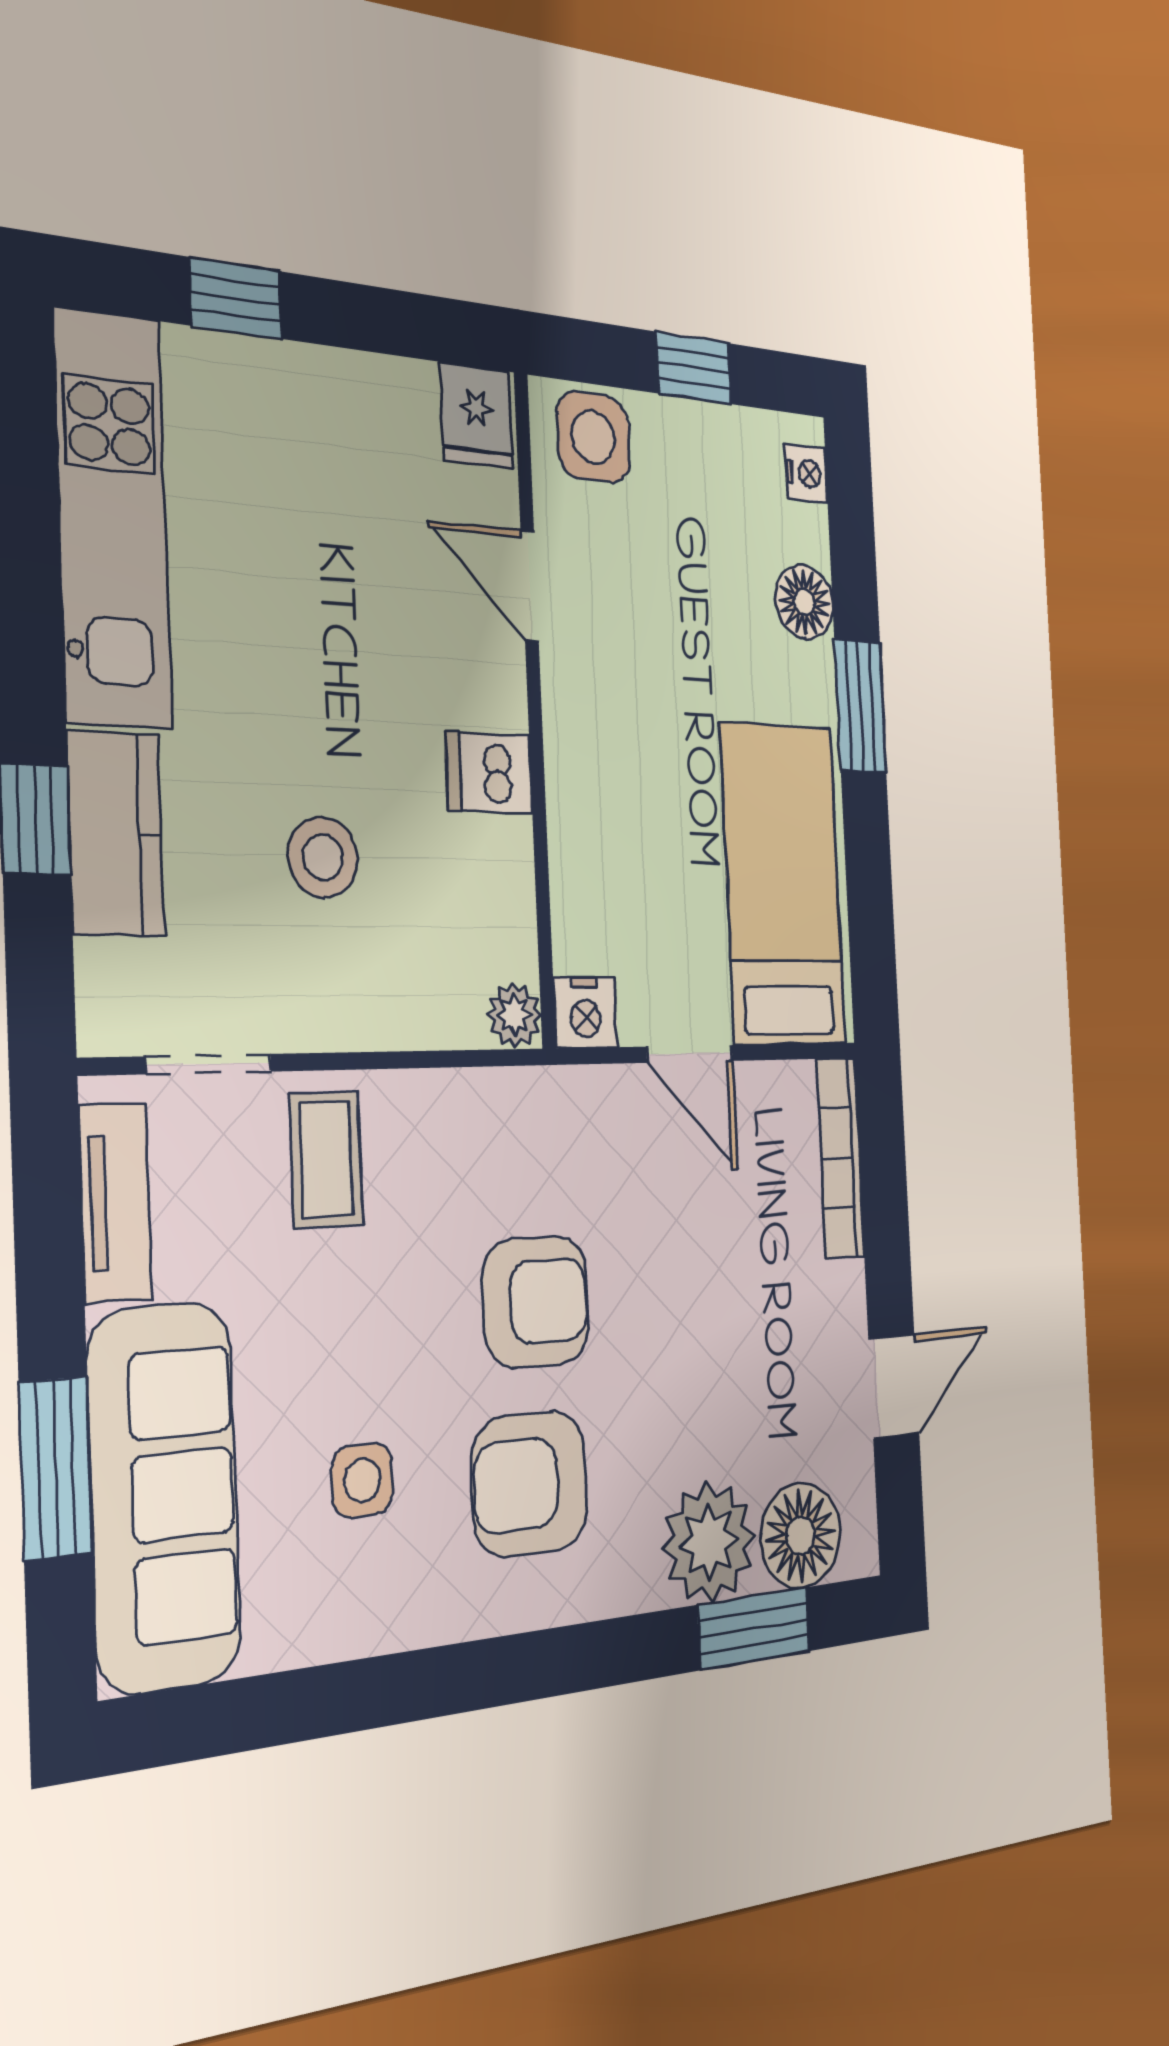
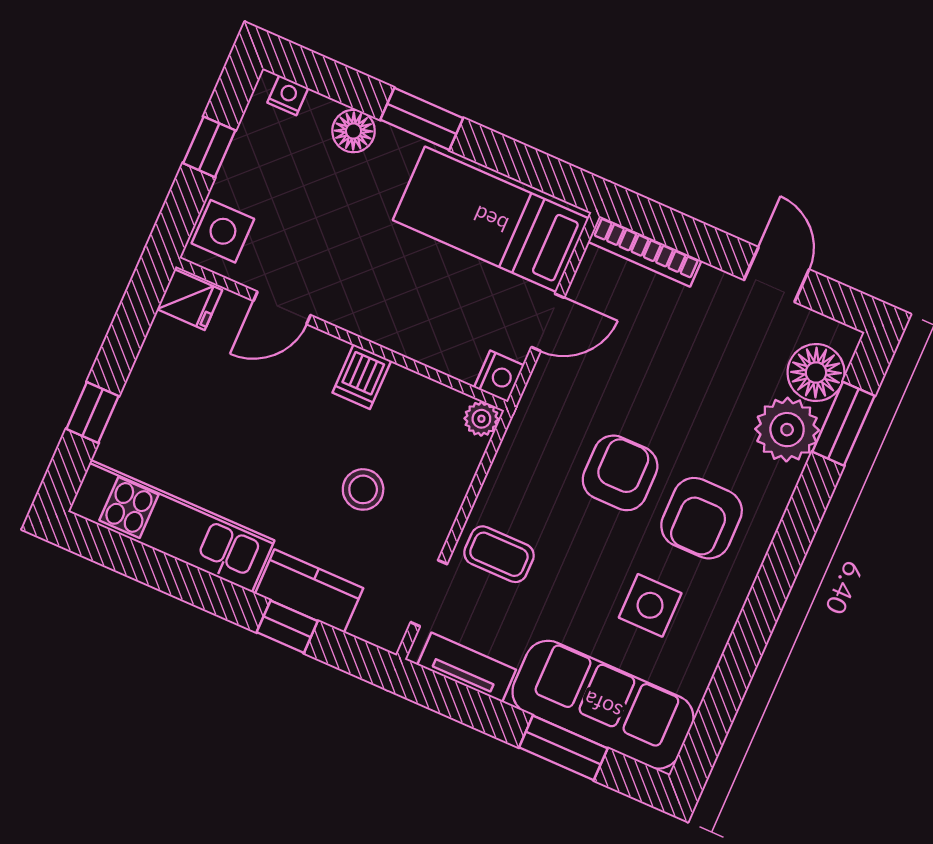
side table: (362, 1480) -> (650, 605), width x1.37, depth x1.37

